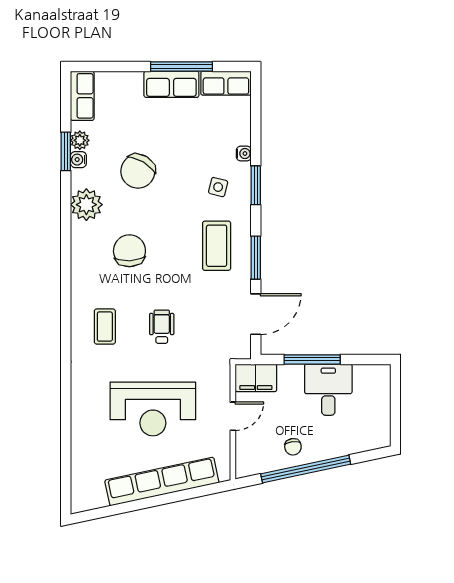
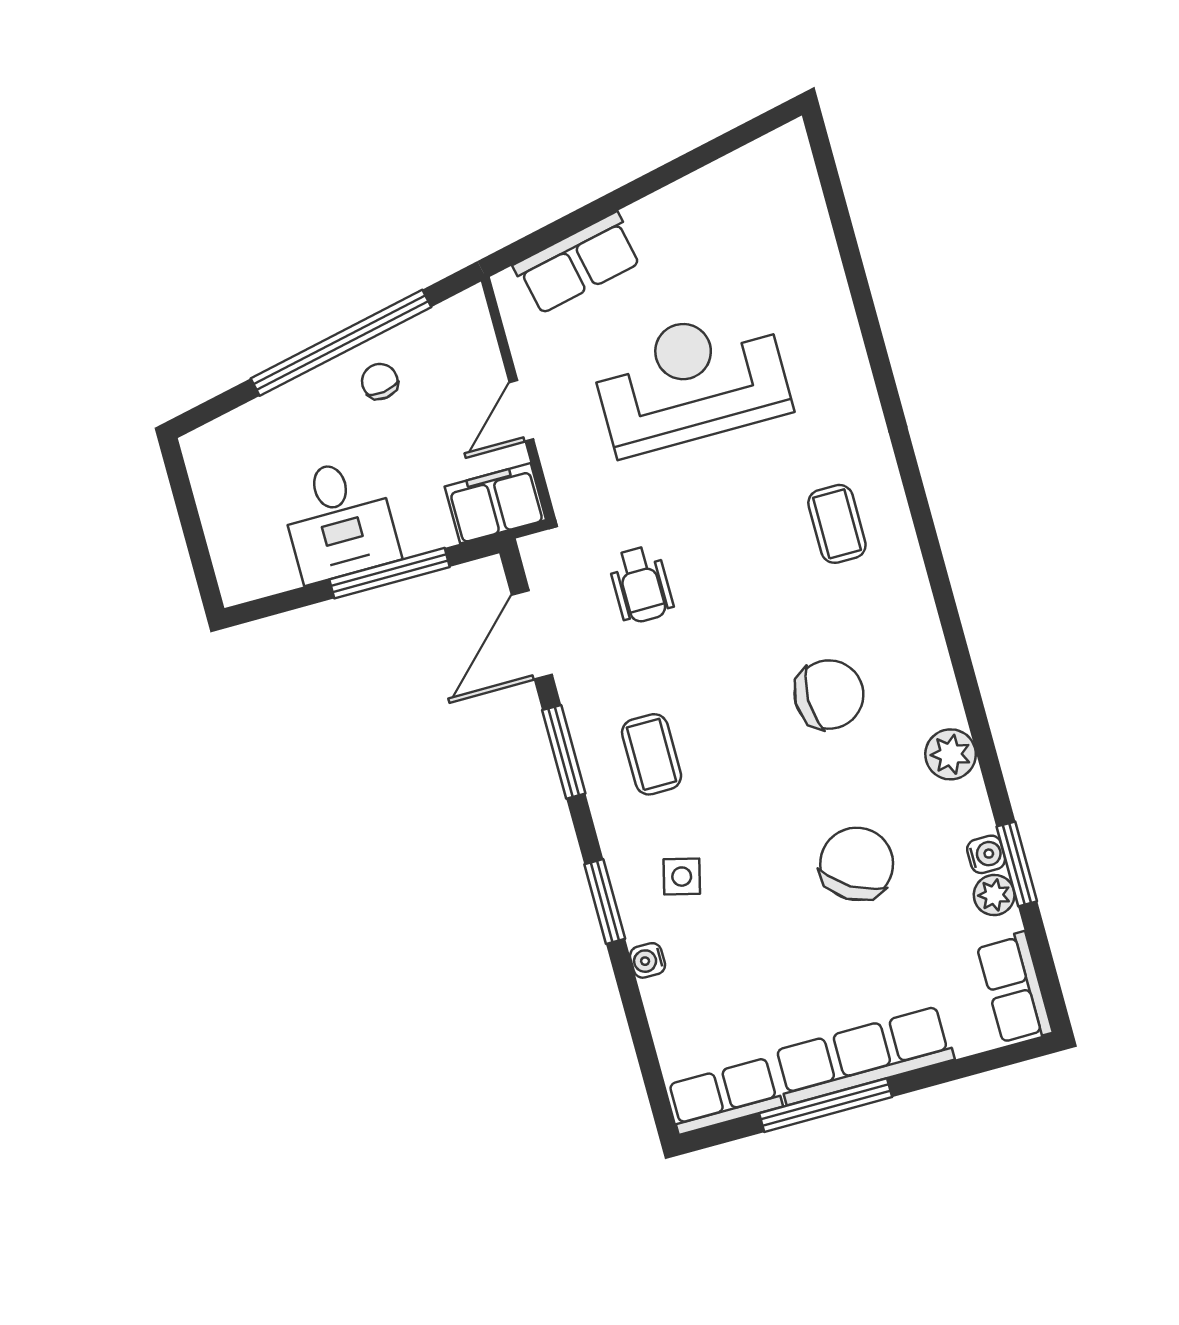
row of seats: (171, 84) -> (864, 1055), width x1.48
plant: (86, 205) -> (951, 754), width x0.73, depth x0.73
coffee table: (217, 246) -> (652, 754), width x0.73, depth x0.77
chair: (129, 251) -> (829, 695), turned -87
wheelchair: (162, 327) -> (641, 585), moved
row of seats: (162, 482) -> (578, 263), width x0.50

